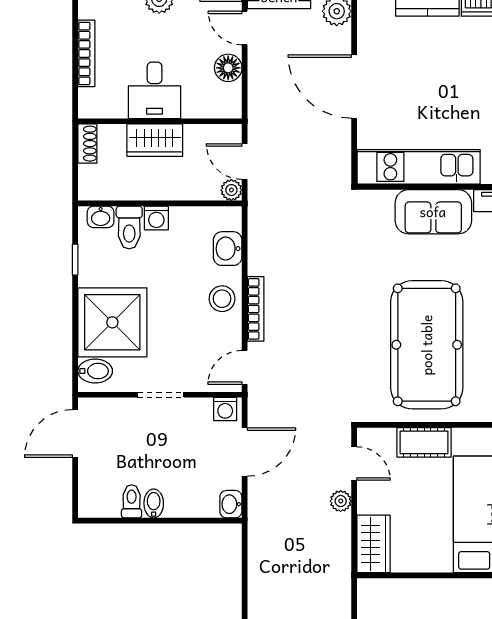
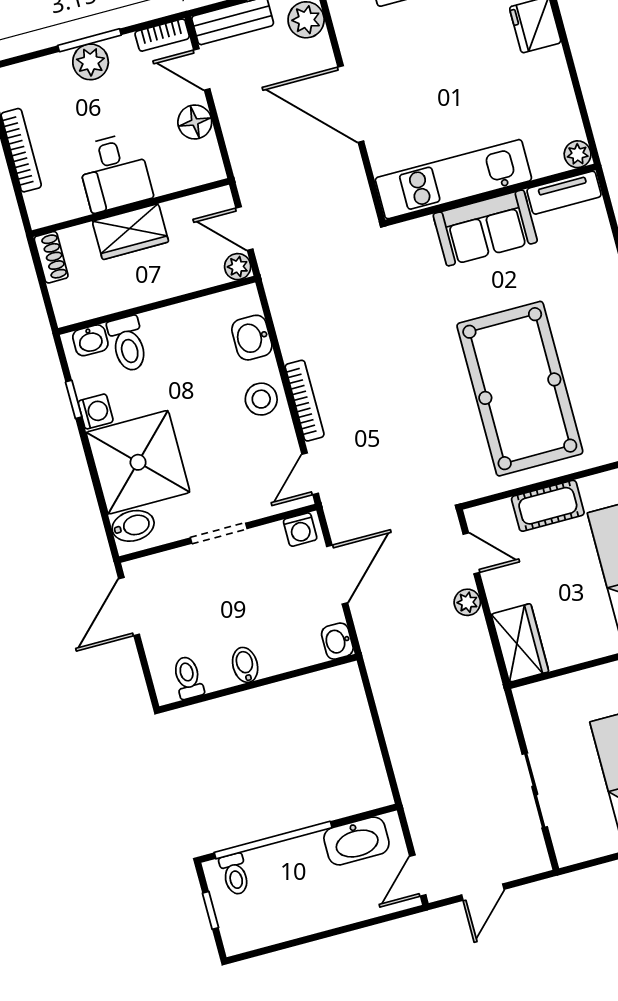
washing machine: (156, 218) -> (96, 411), moved, turned -90
toilet: (132, 501) -> (188, 678), moved

